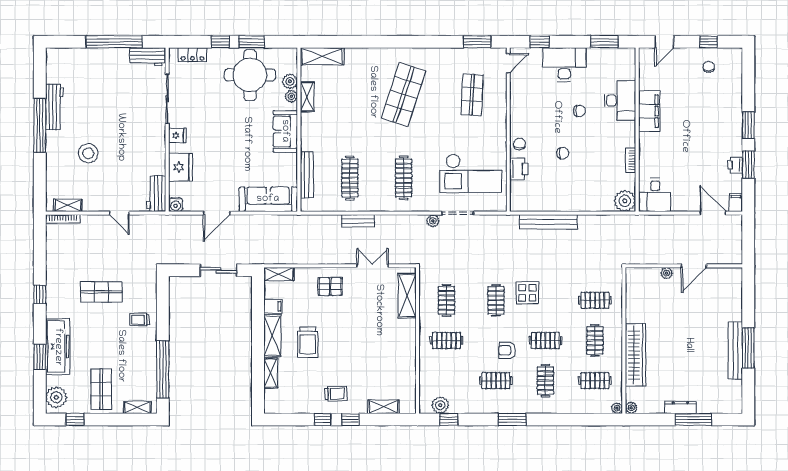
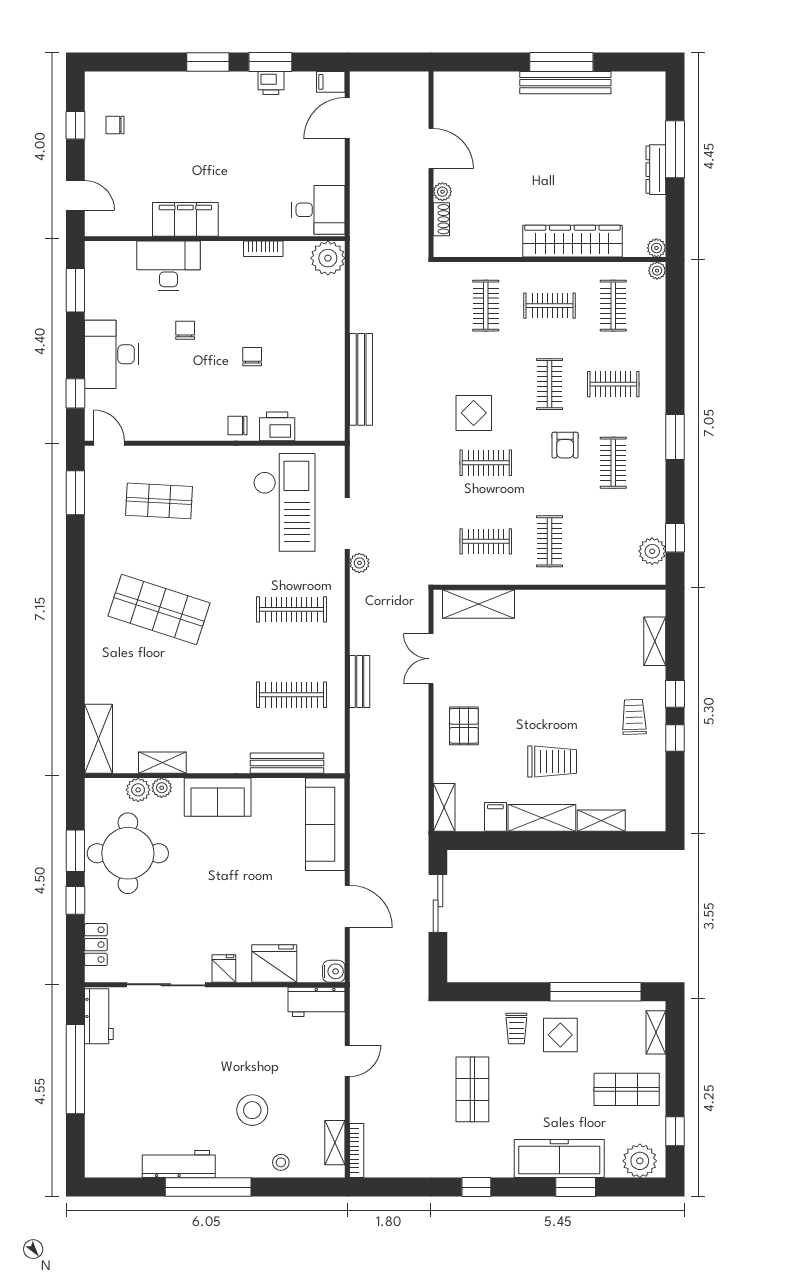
stool: (55, 171) -> (281, 1162), added
shoe rack: (649, 272) -> (441, 219), added
display table: (136, 347) -> (560, 1035), added

